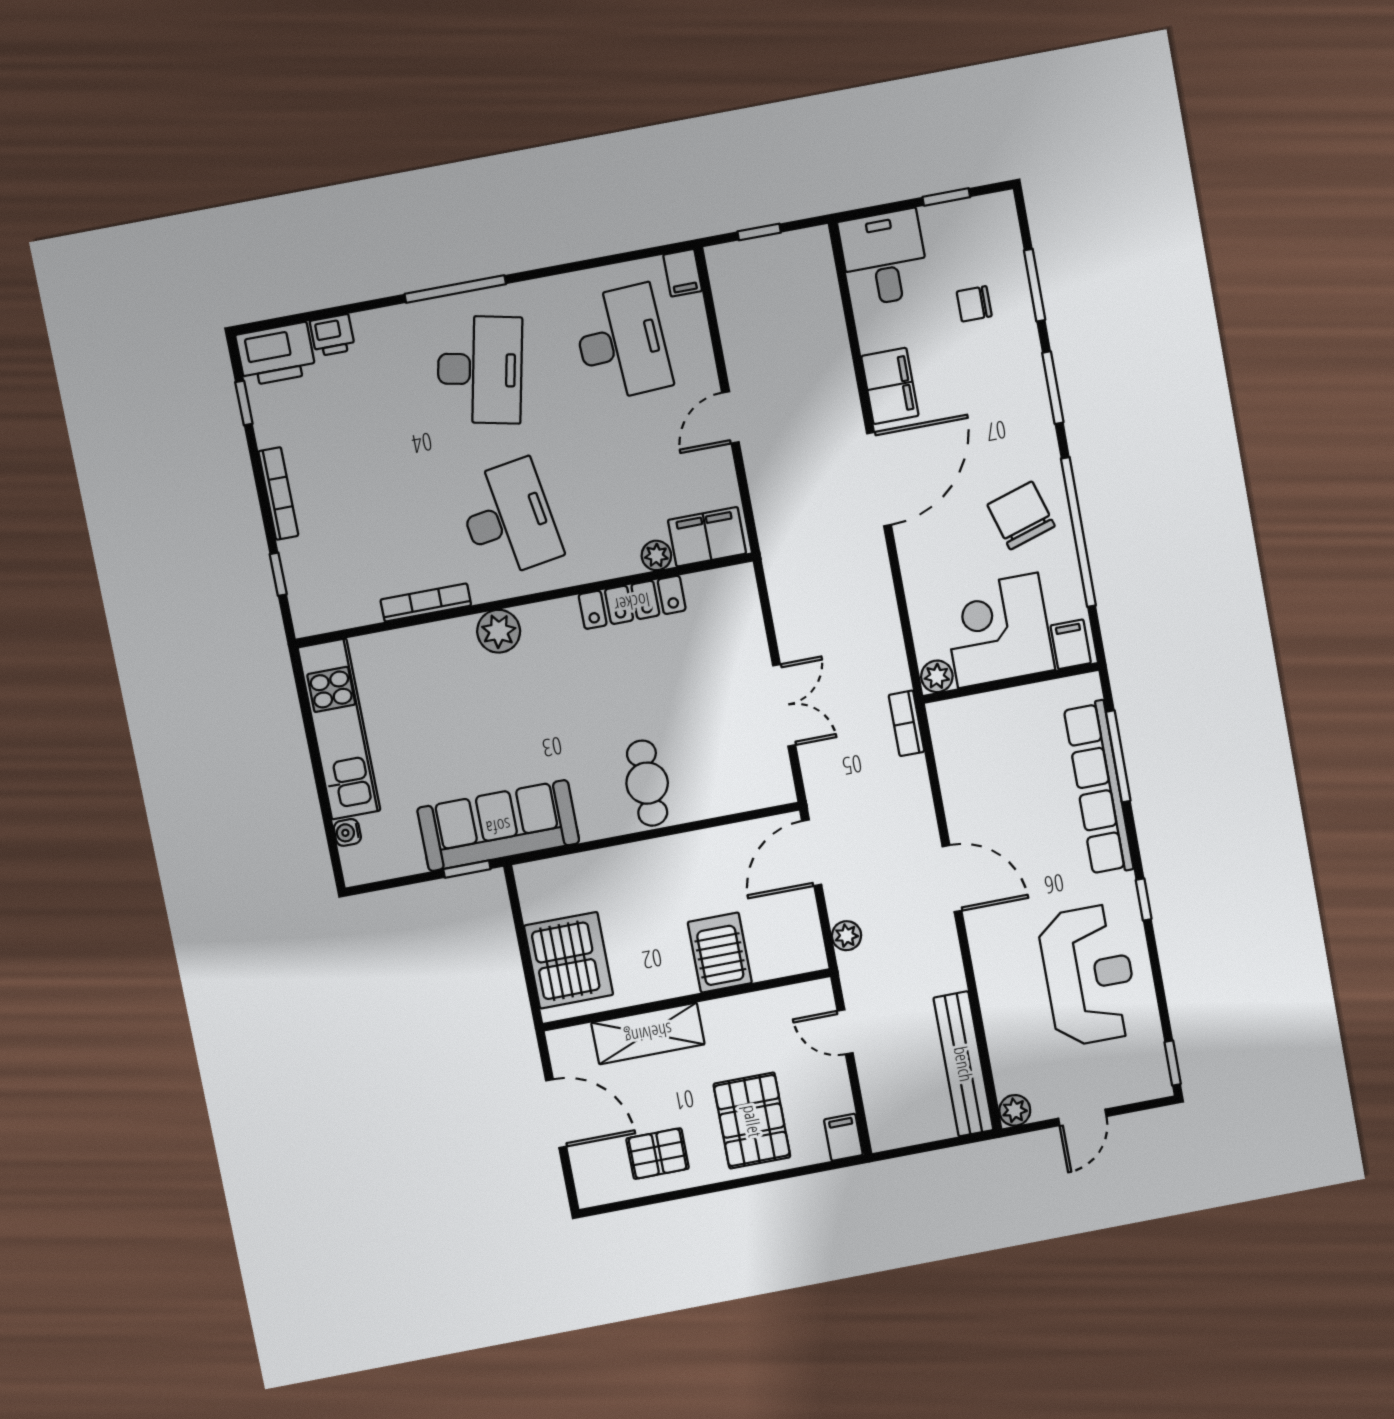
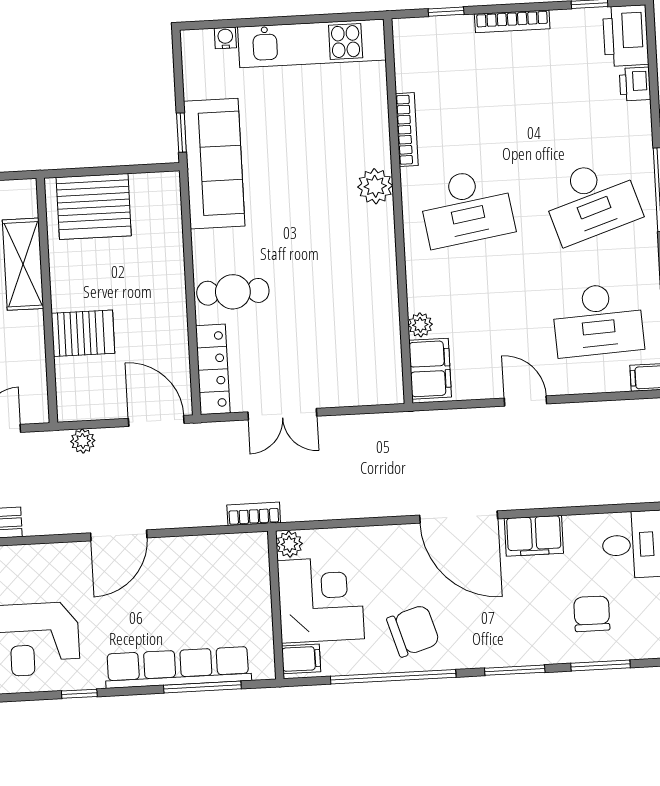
chair: (974, 304) -> (592, 614), width x1.37, depth x1.37
desk: (480, 370) -> (591, 201), turned -30
locker: (632, 602) -> (213, 369), moved, turned 180

